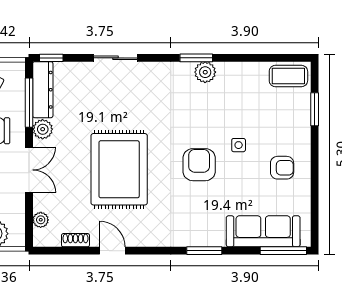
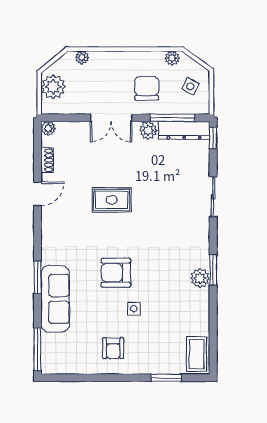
armchair: (199, 165) -> (116, 273), turned 180
rug: (119, 169) -> (112, 200), width x0.54, depth x0.49
plant: (41, 220) -> (48, 128), moved
sofa: (263, 231) -> (55, 299), moved

